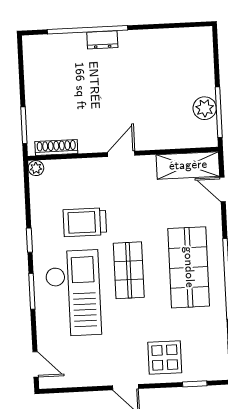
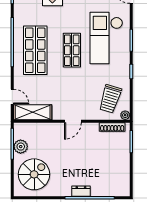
spiral stairs: (181, 64) -> (34, 174), added
trolley: (85, 222) -> (110, 99), moved, turned 107

